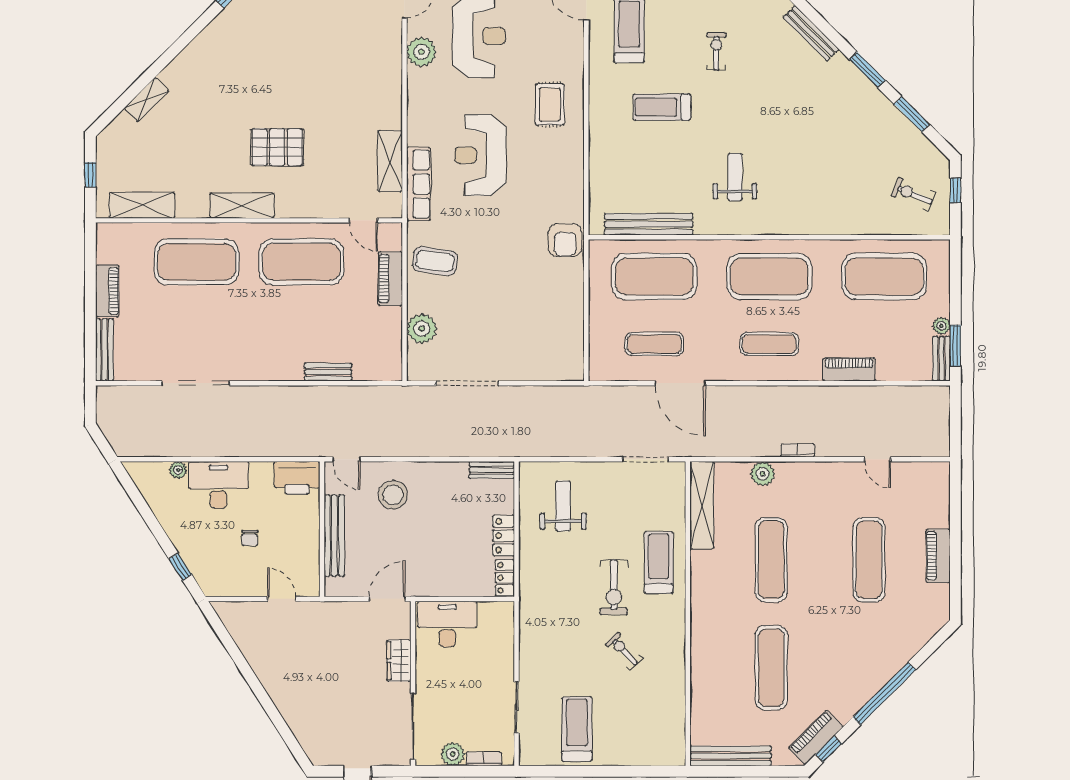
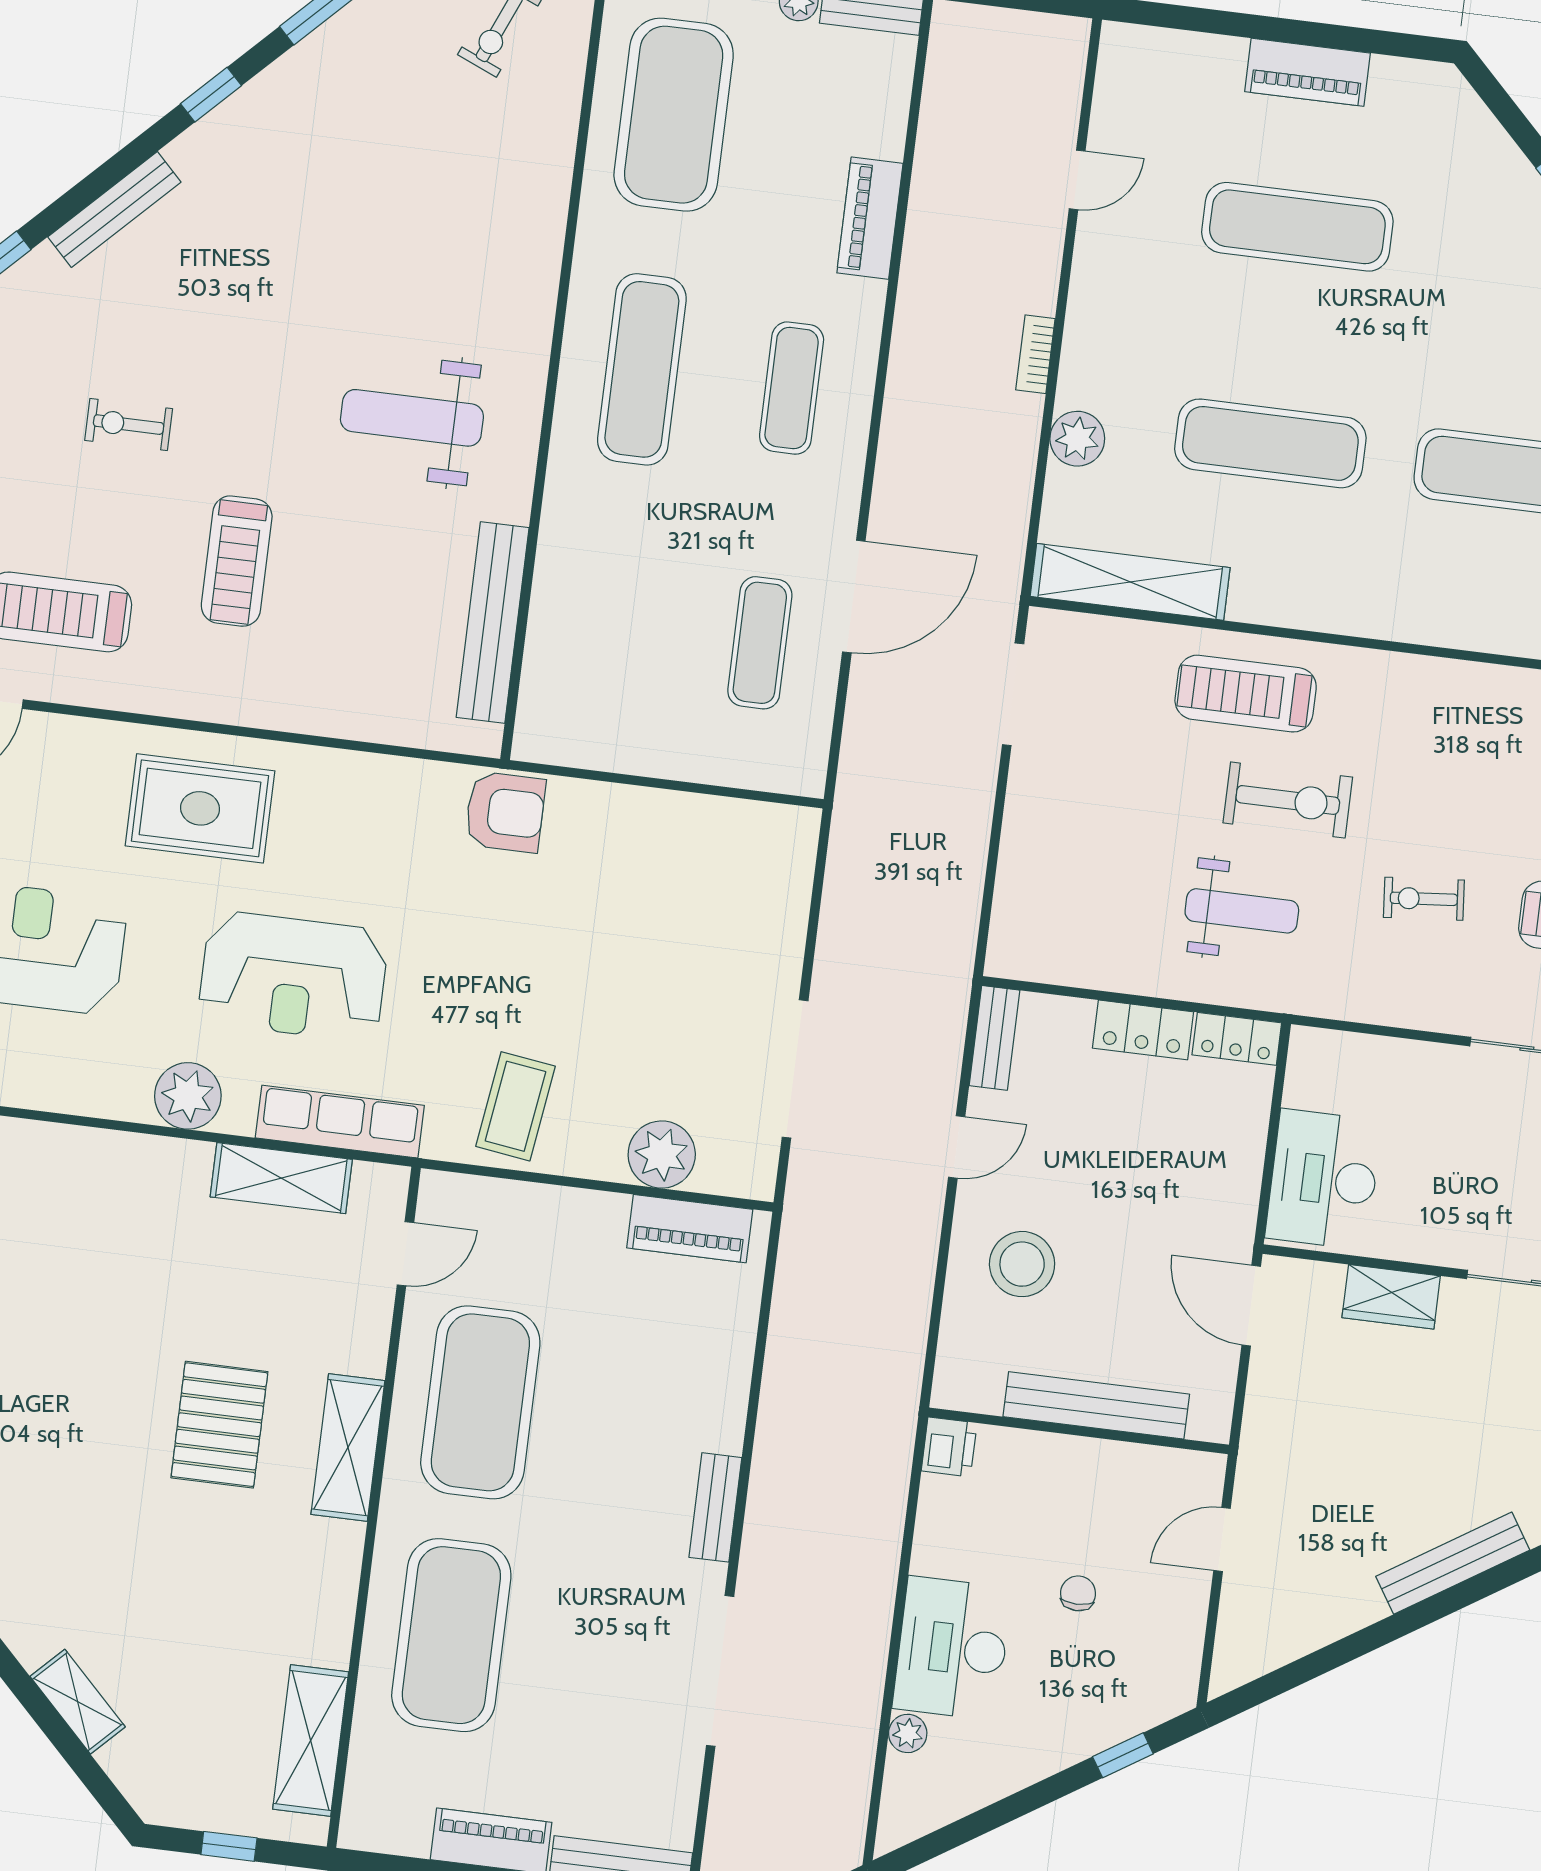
plant: (421, 52) -> (188, 1096), moved
window: (867, 70) -> (211, 95), width x0.67
rug: (550, 105) -> (200, 808), width x1.36, depth x1.43
weight bench: (735, 177) -> (412, 418), width x1.36, depth x1.33
shelving: (242, 206) -> (348, 1448), moved
exercise mat: (654, 276) -> (610, 624), removed
exercise mat: (769, 276) -> (642, 369), width x0.68
piano: (390, 279) -> (690, 1229), moved
bench: (328, 372) -> (715, 1507), moved
door: (346, 459) -> (957, 1147), moved
printer: (297, 478) -> (949, 1447), width x0.53, depth x0.68
weight bench: (563, 506) -> (1242, 911), moved, turned 180
chair: (250, 538) -> (1078, 1593), turned -90
exercise bike: (624, 651) -> (1424, 899), moved, turned 38
bench: (284, 703) -> (1453, 1563), added

